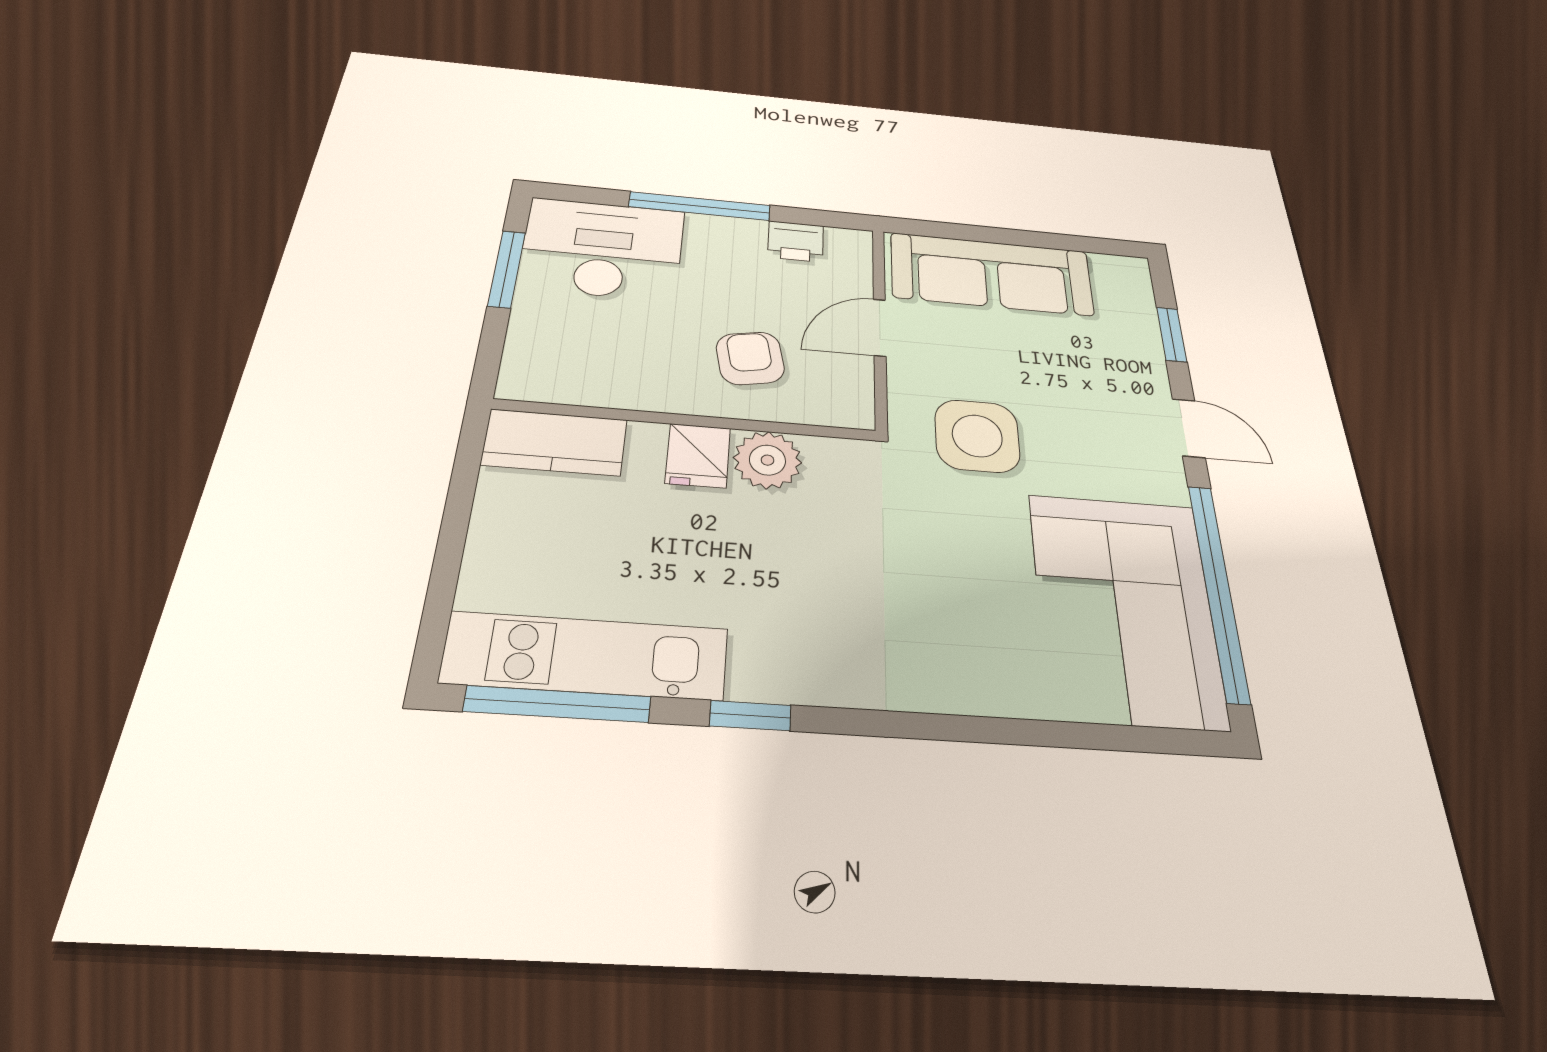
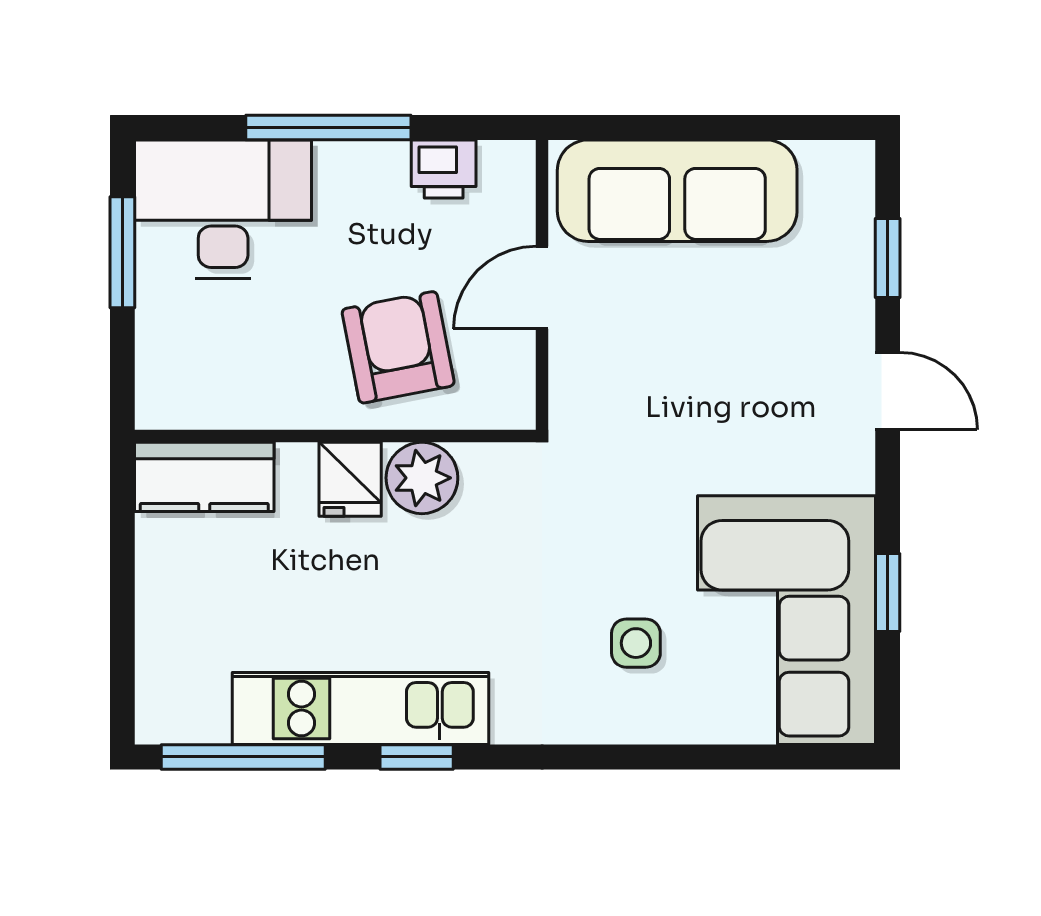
armchair: (750, 358) -> (398, 347), width x1.38, depth x1.38
side table: (977, 436) -> (636, 643), moved, width x0.54, depth x0.54
window: (1218, 590) -> (888, 592), width x0.32
kitchen unit: (586, 656) -> (360, 708), moved

